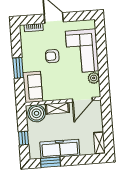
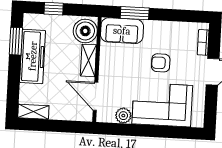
armchair: (52, 56) -> (161, 63), turned -90
window: (18, 68) -> (135, 13), moved

